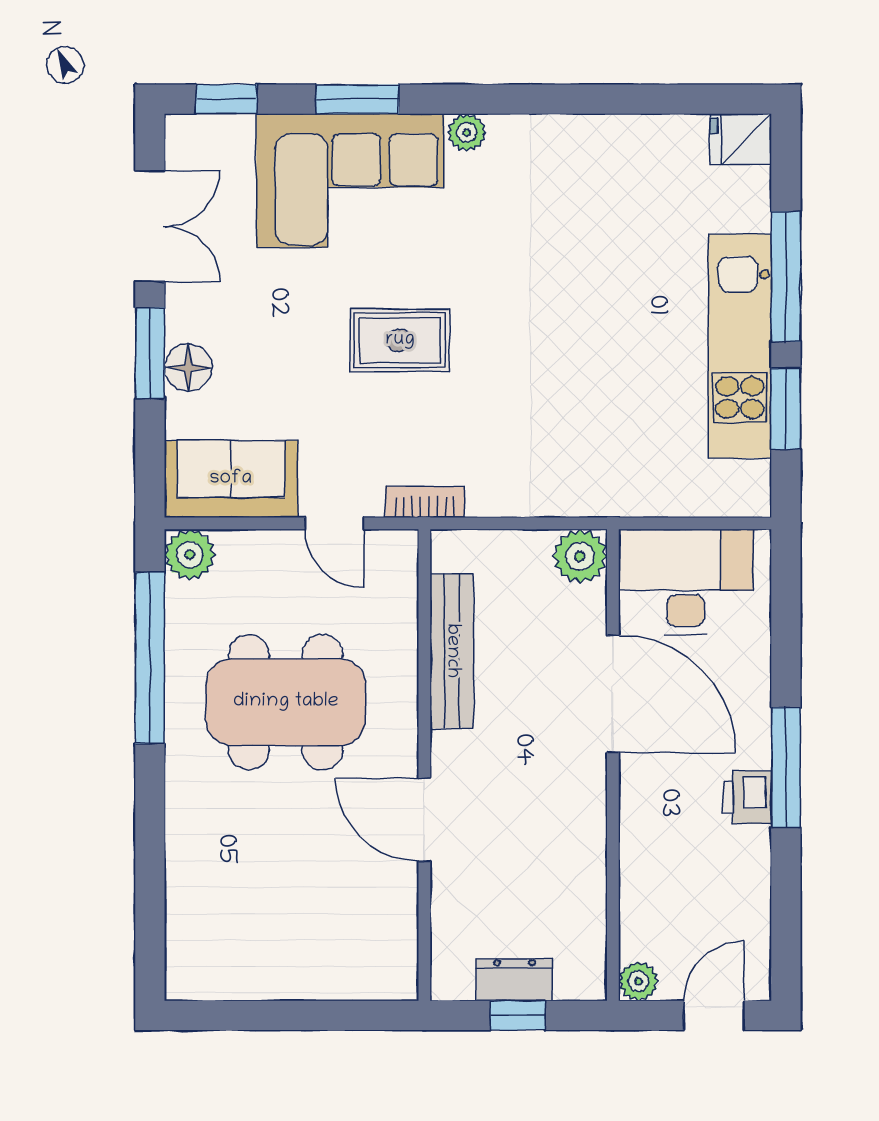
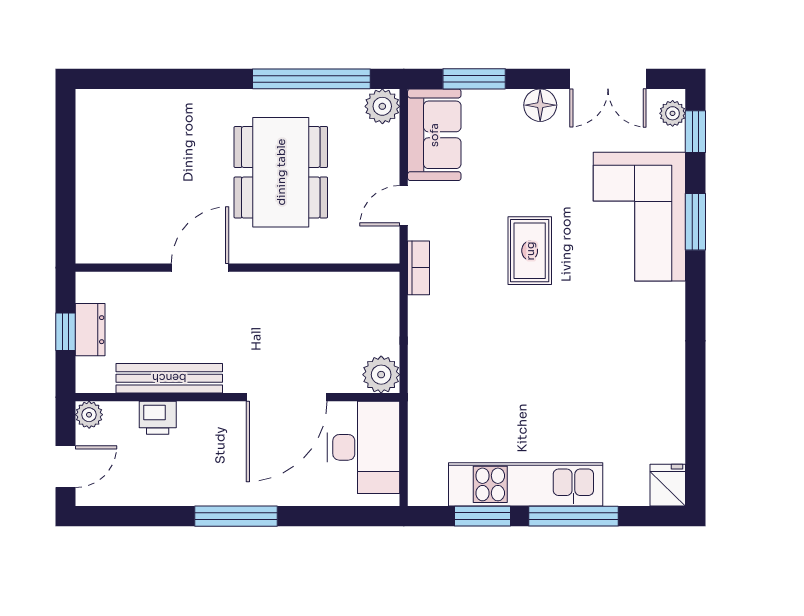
plant: (467, 132) -> (673, 113), moved
window: (150, 353) -> (474, 79), moved
floor lamp: (188, 367) -> (540, 105), moved
bench: (452, 651) -> (169, 378), moved
printer: (747, 797) -> (158, 418), moved, turned 180
door: (714, 1015) -> (66, 467), hinge flipped

